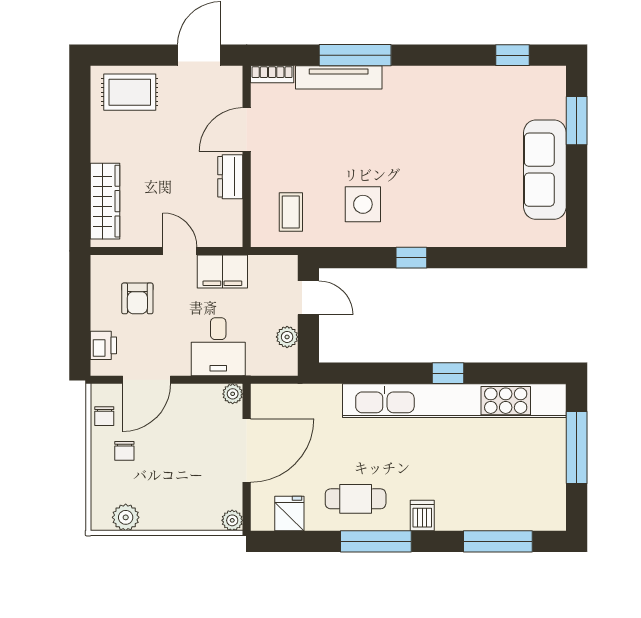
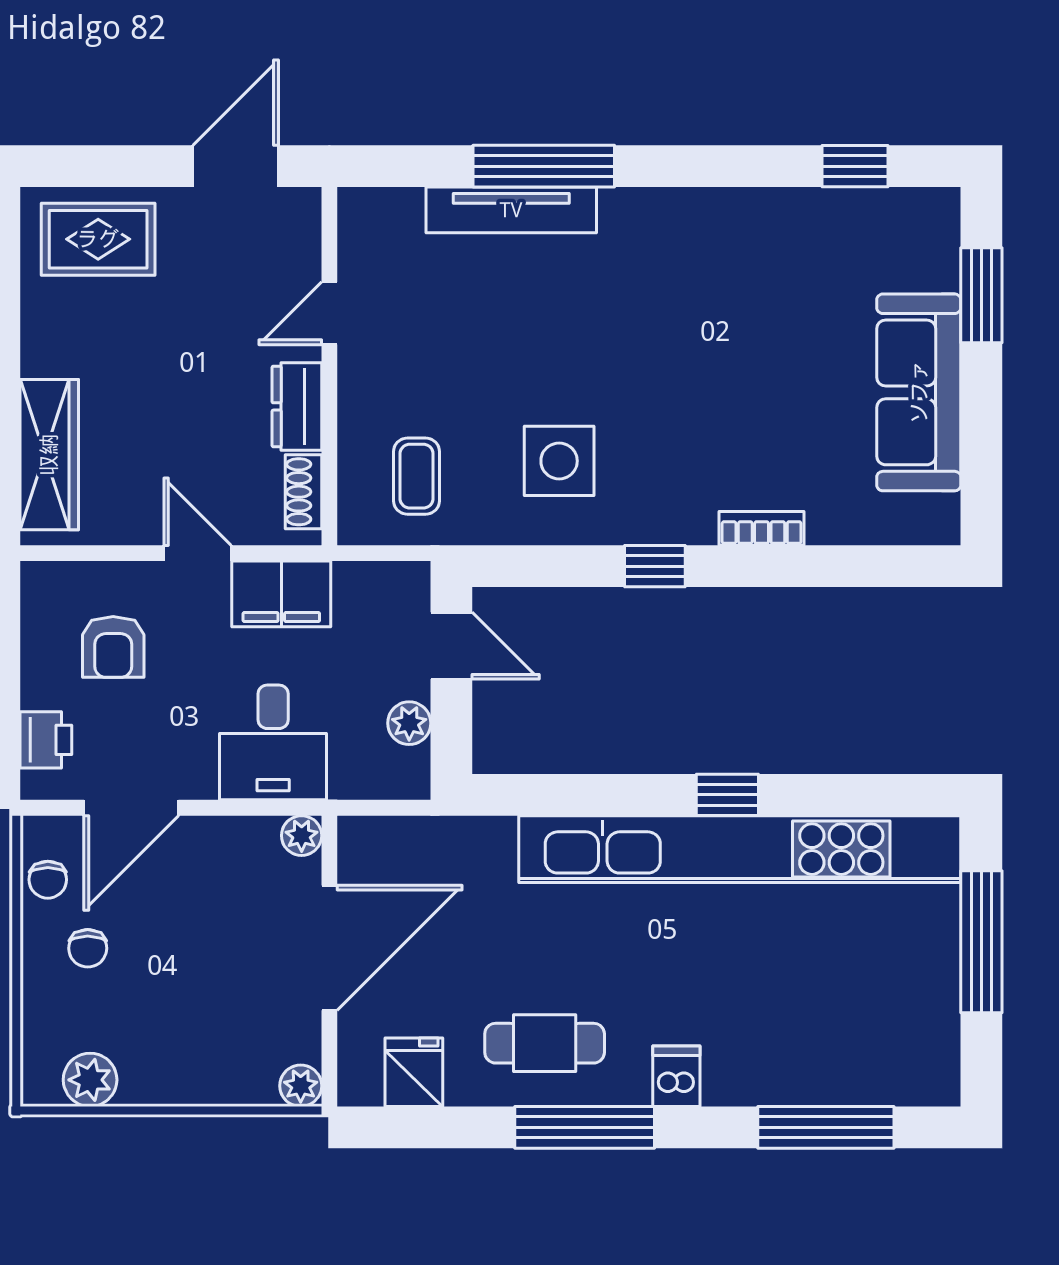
bookcase: (272, 74) -> (762, 528), moved, turned 180
door: (247, 130) -> (329, 313), width x0.73
shoe rack: (234, 220) -> (303, 492), added

